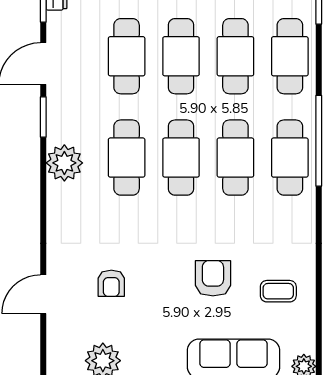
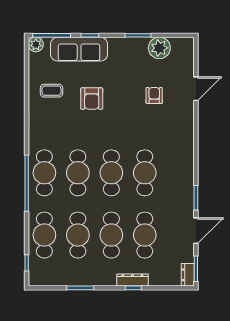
plant: (64, 163) -> (183, 169), removed

